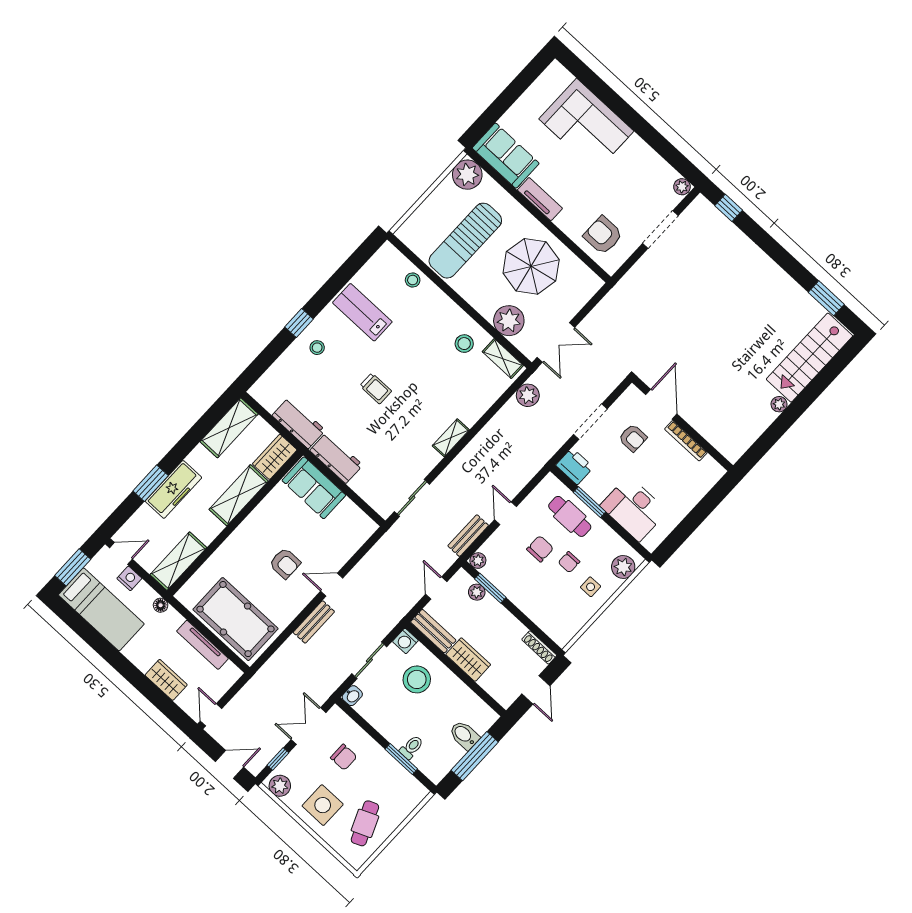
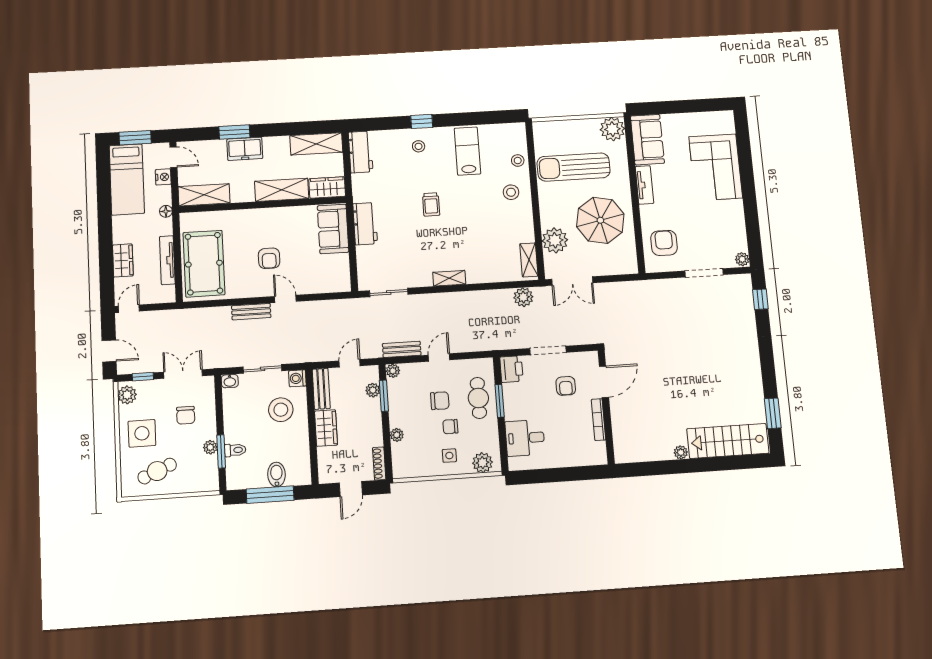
stool: (464, 344) -> (511, 192), moved
workbench: (299, 423) -> (361, 152), moved
freezer: (173, 489) -> (245, 149), width x0.71
desk: (634, 509) -> (525, 438), width x0.73
plant: (531, 611) -> (397, 435), added
plant: (389, 764) -> (210, 447), added

